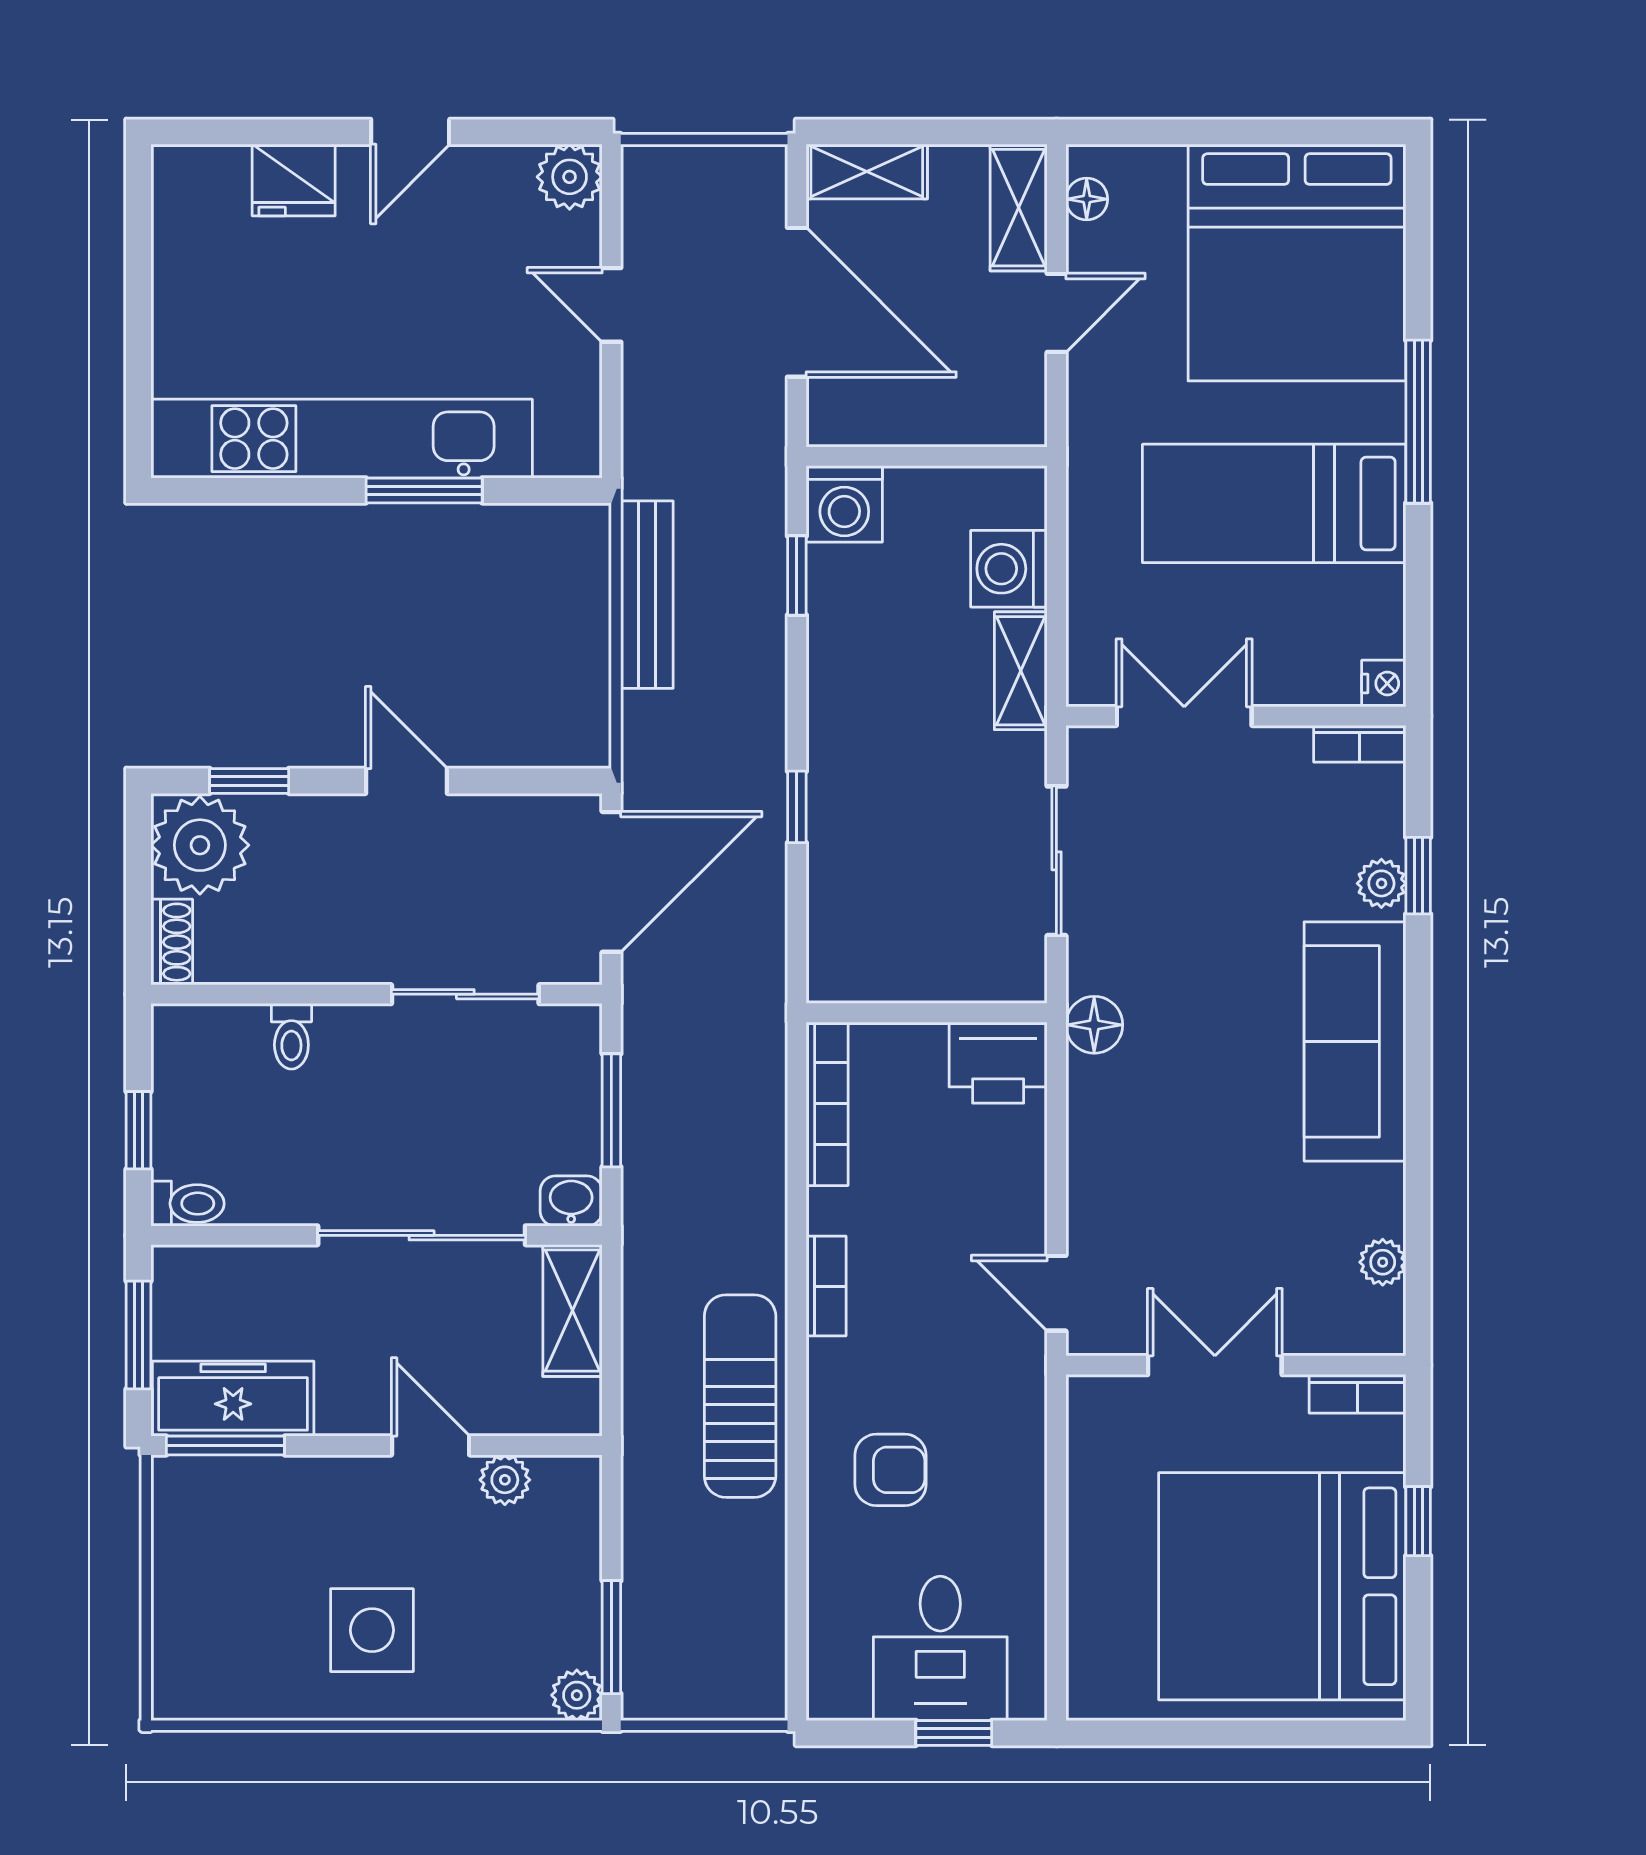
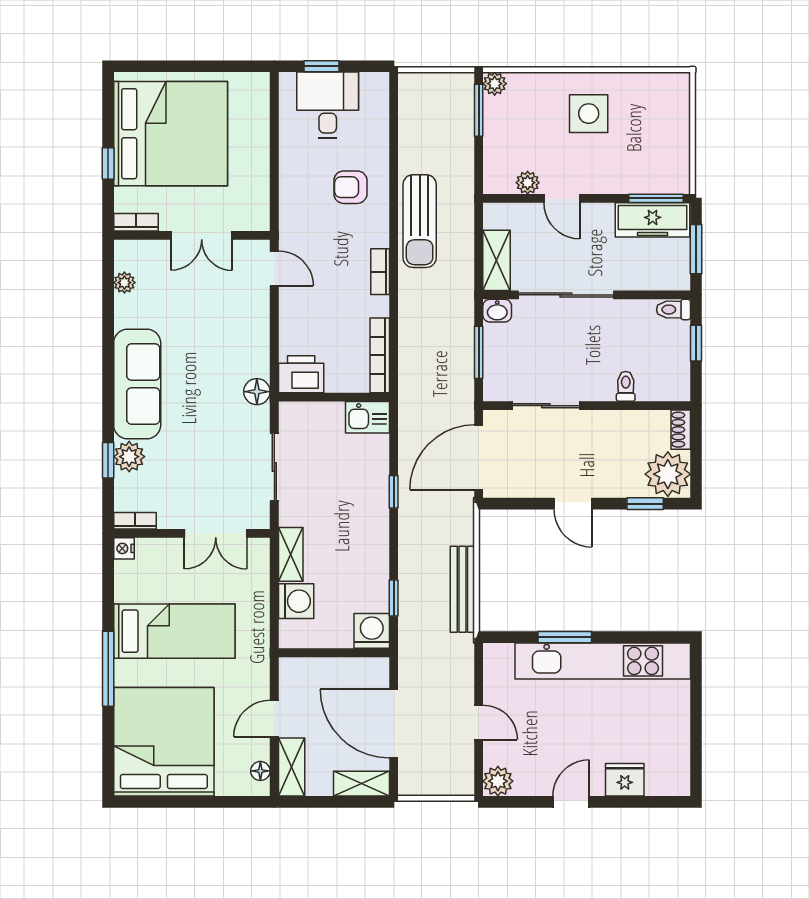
plant: (1381, 883) -> (129, 457), width x1.38, depth x1.38
kitchen sink: (854, 969) -> (367, 417), added

